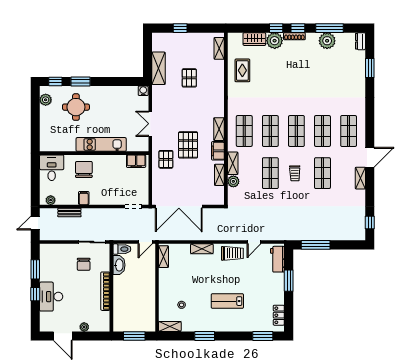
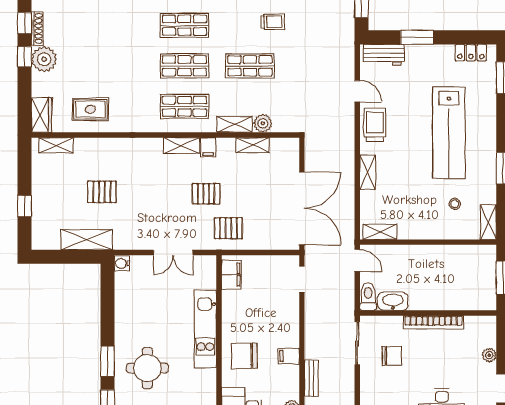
wardrobe: (254, 39) -> (42, 115), moved
pallet: (188, 145) -> (206, 194), width x0.67, depth x0.71
filing cabinet: (218, 151) -> (208, 147), width x0.50
trolley: (295, 173) -> (273, 22), moved
lab bench: (227, 301) -> (449, 133), width x1.86, depth x1.39

